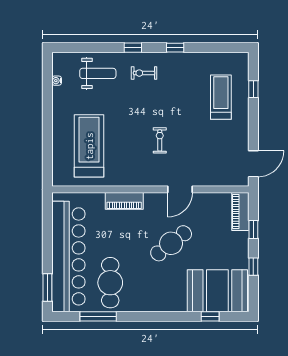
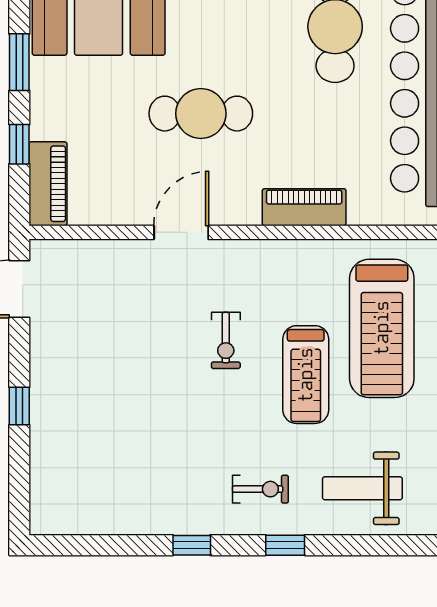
window: (253, 89) -> (19, 406), moved
treadmill: (221, 97) -> (306, 375), moved
cafe table: (171, 243) -> (201, 114), turned 38
window: (253, 267) -> (19, 62), width x1.50

